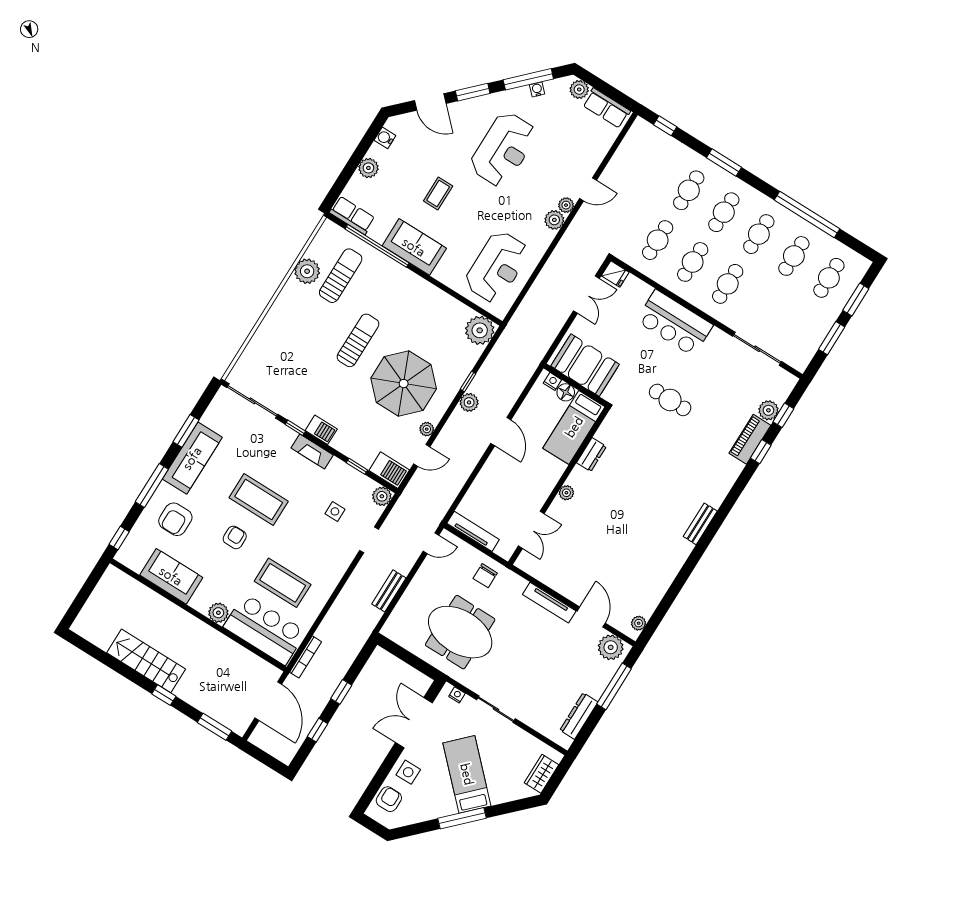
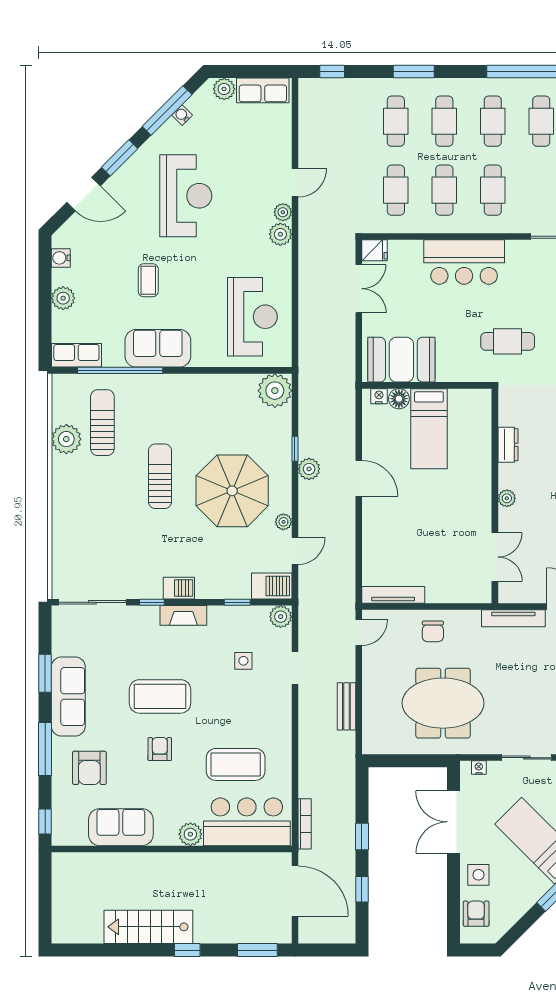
dresser: (591, 455) -> (508, 445), moved
wall: (559, 486) -> (495, 496), moved
plant: (566, 493) -> (507, 498), moved
double door: (531, 530) -> (495, 557), moved

